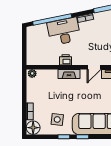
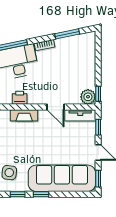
door: (94, 67) -> (55, 107), hinge flipped

